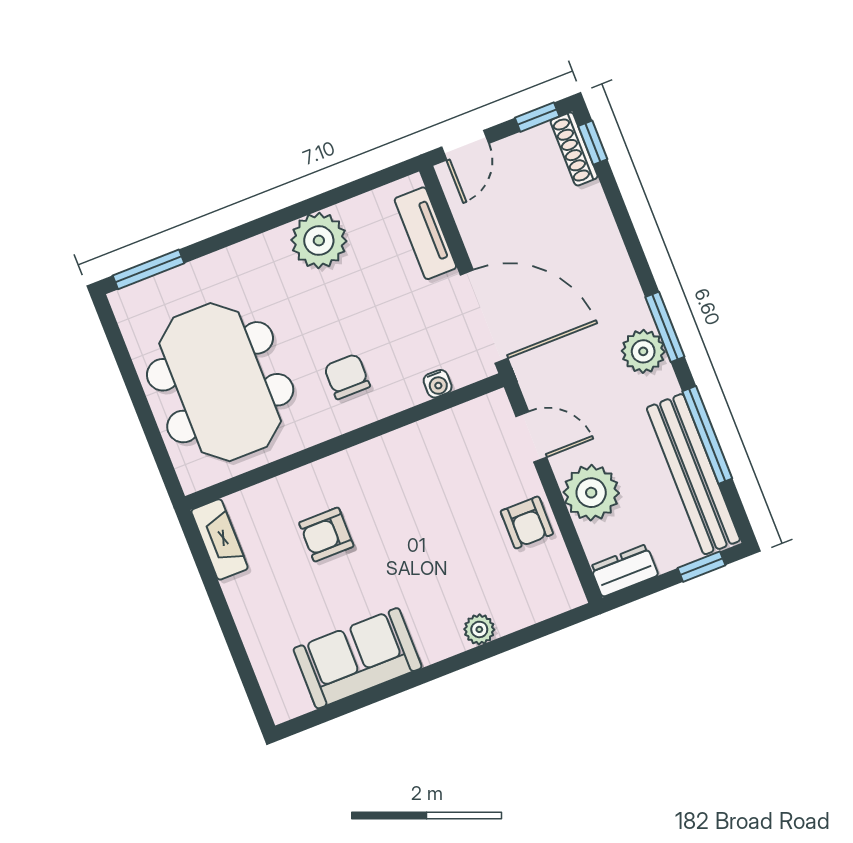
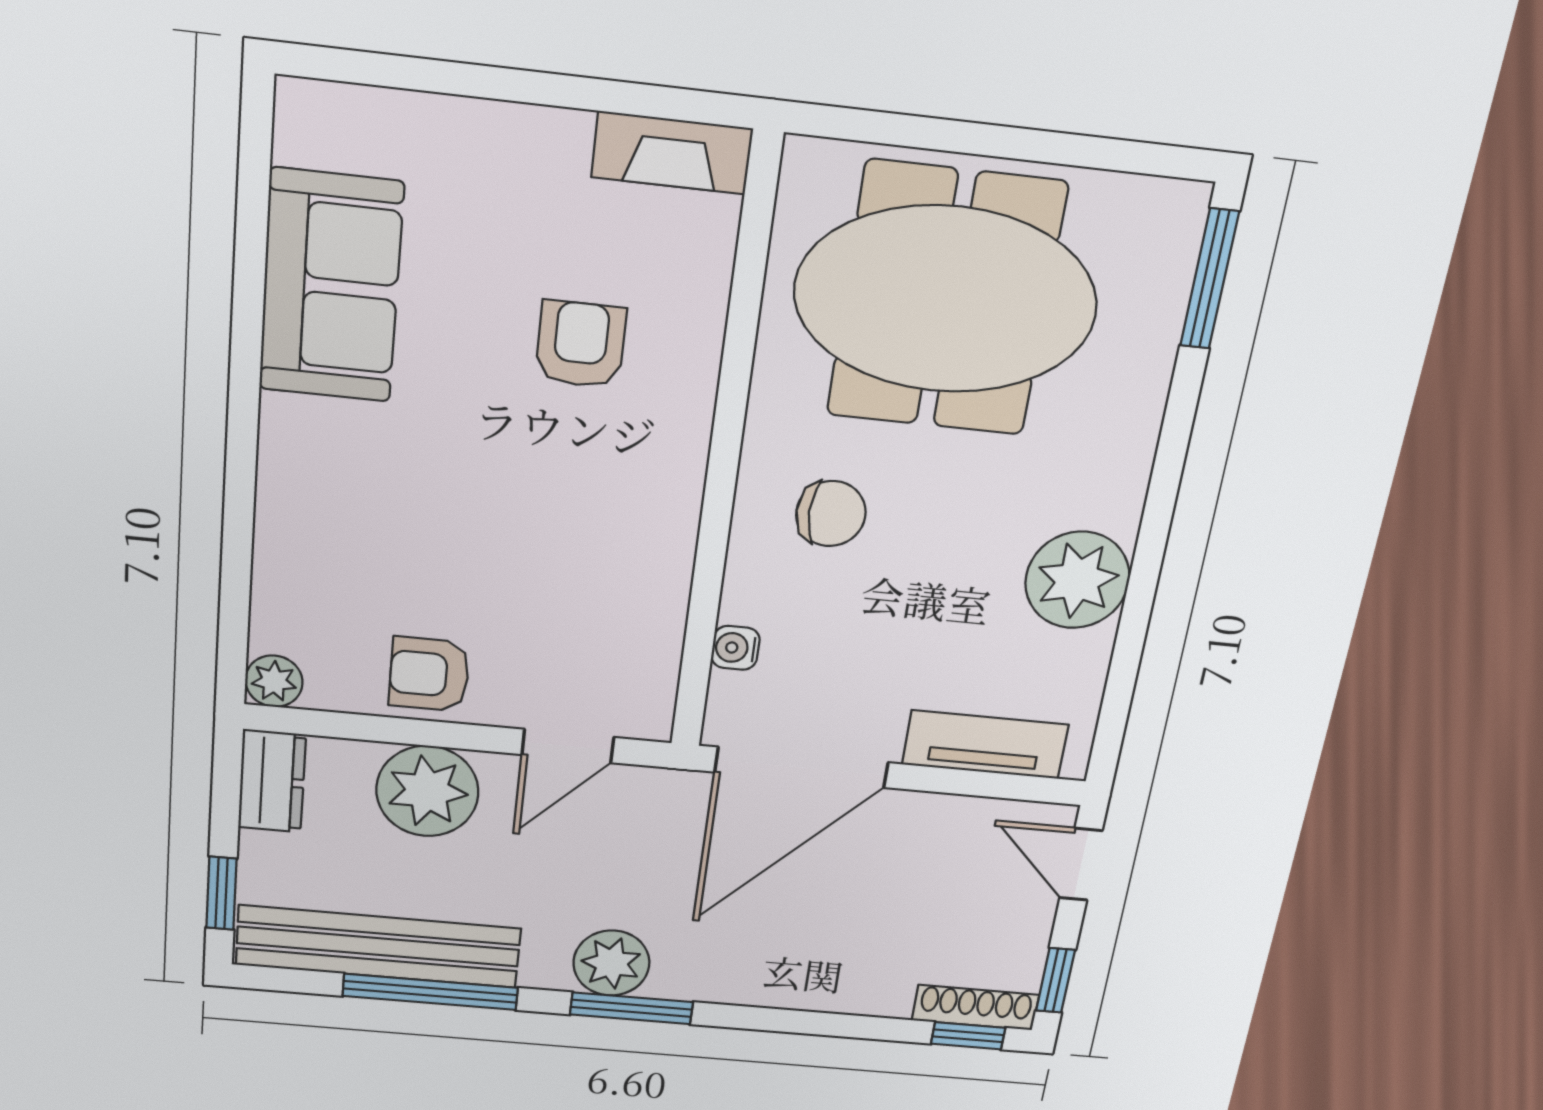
plant: (479, 629) -> (274, 681), moved

